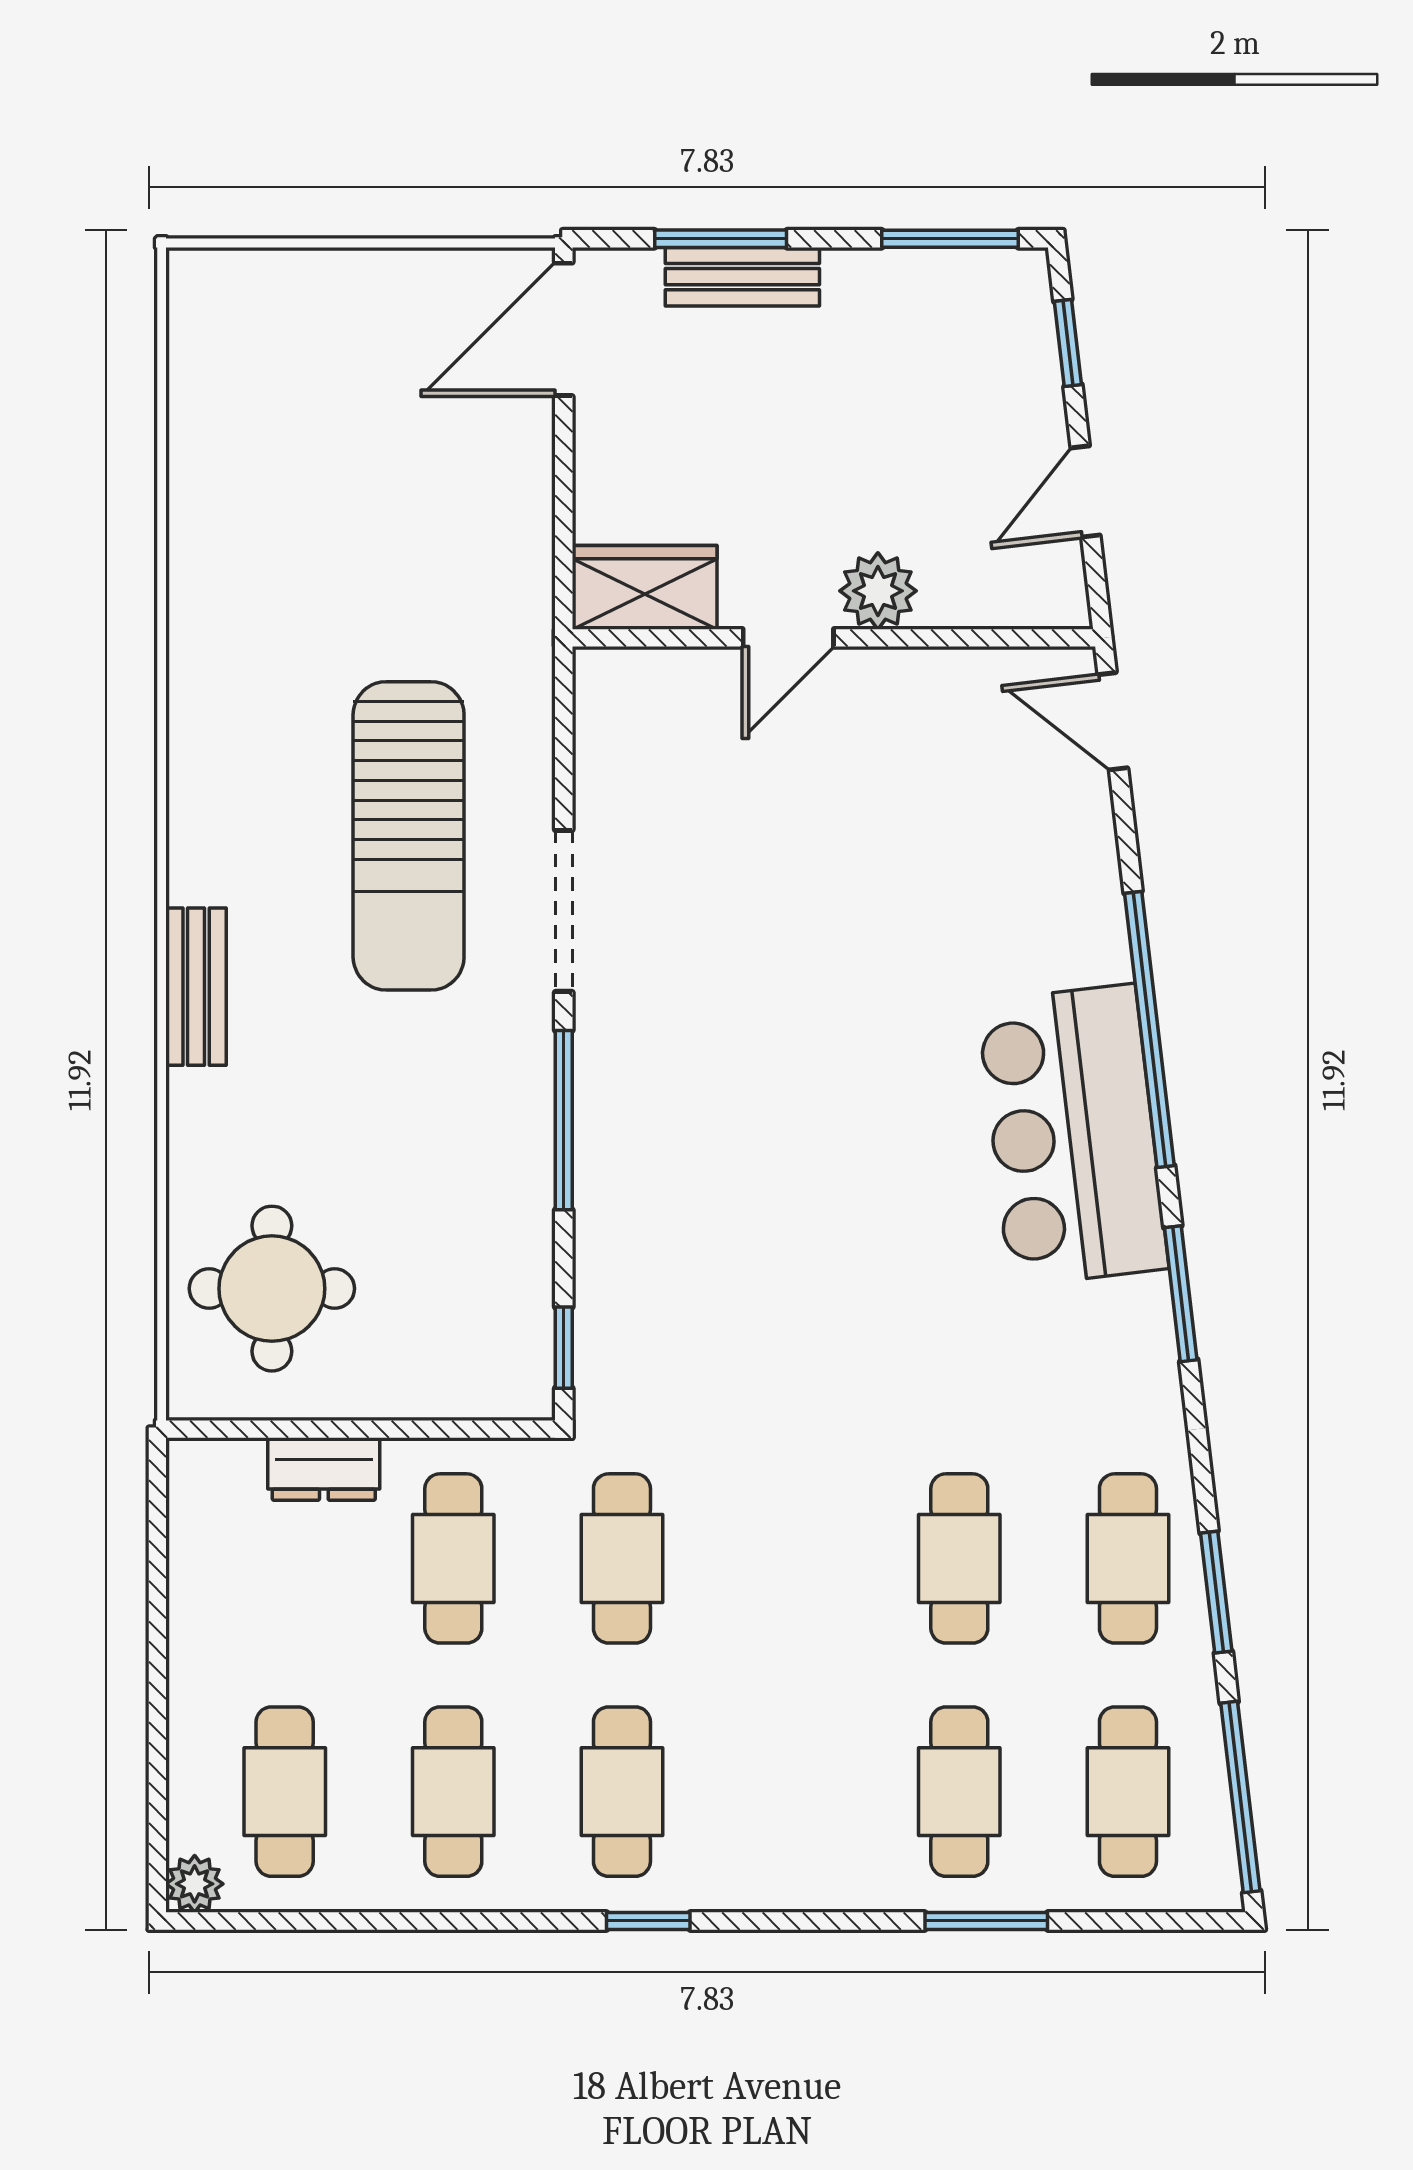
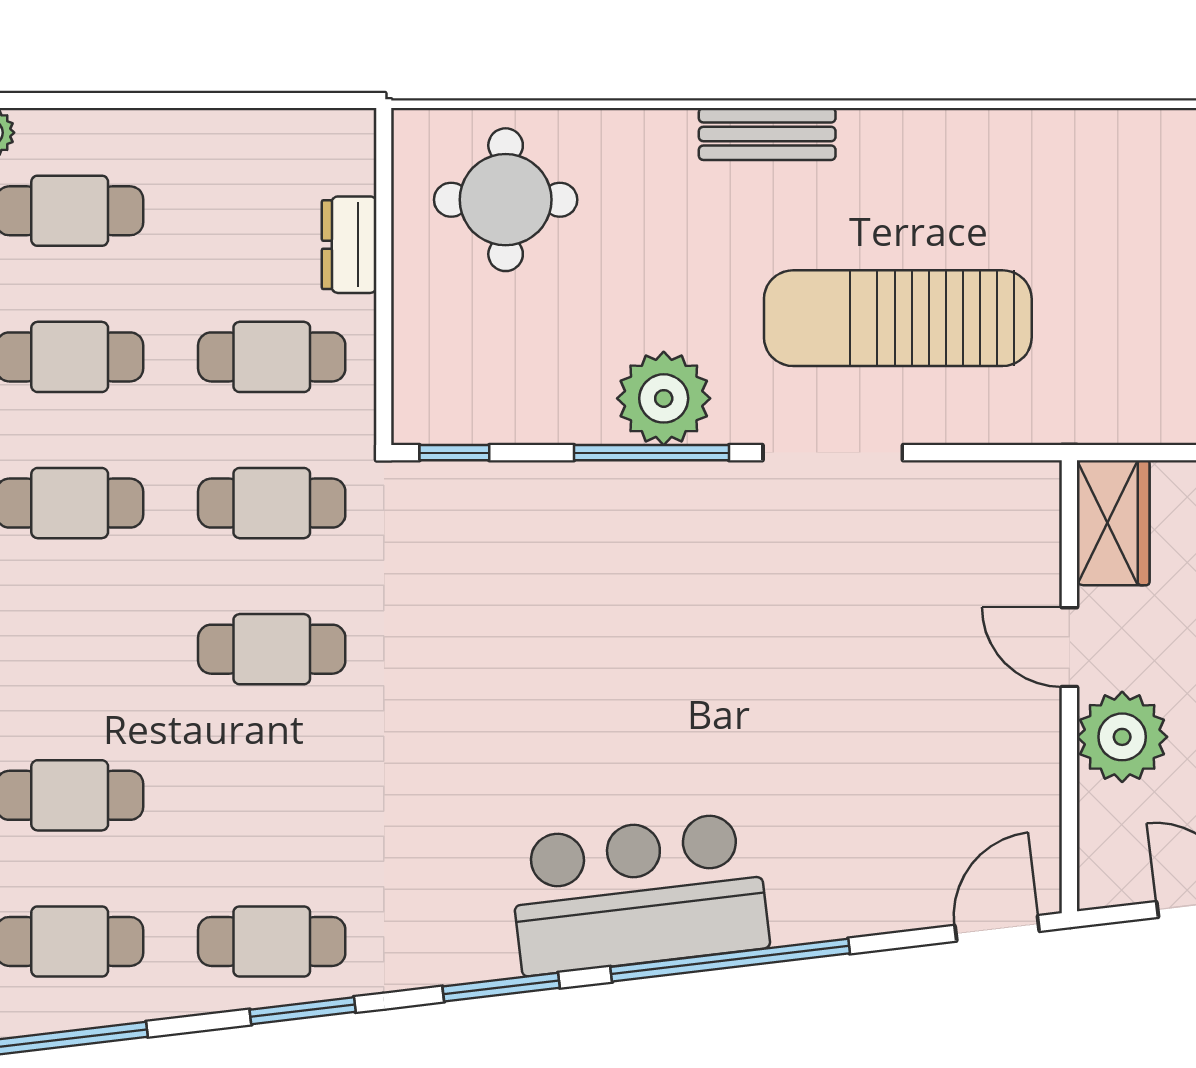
plant: (878, 591) -> (1122, 737), width x1.36, depth x1.36
plant: (501, 1106) -> (664, 398), added
cafe table: (959, 1558) -> (272, 649), moved
window: (1216, 1592) -> (303, 1011), moved

